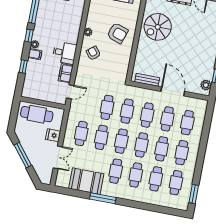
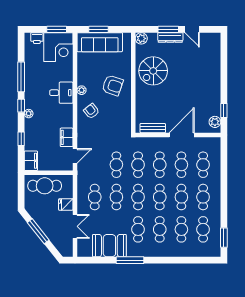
desk: (64, 53) -> (61, 93), moved
filing cabinet: (35, 54) -> (31, 161), moved, width x2.00
door: (173, 91) -> (182, 135), hinge flipped

